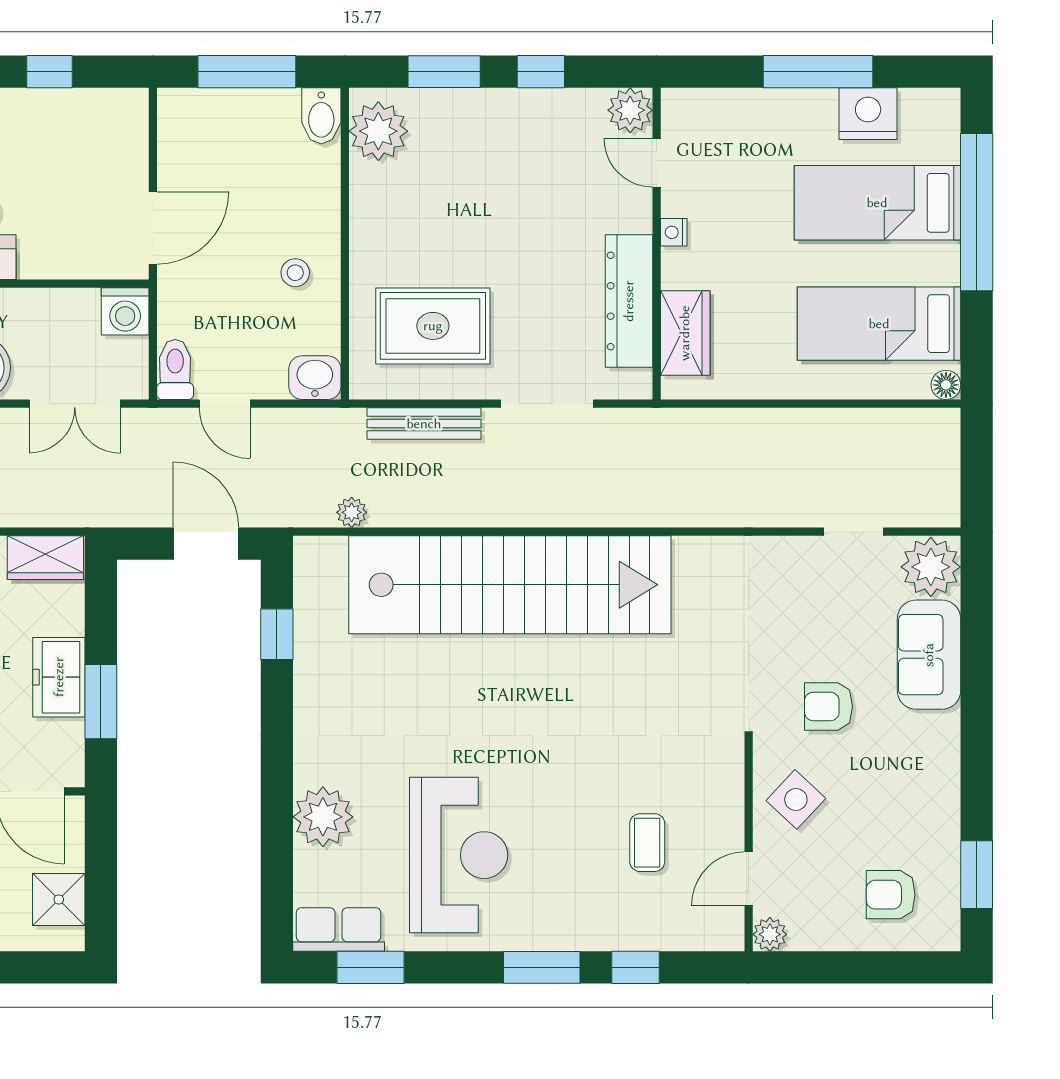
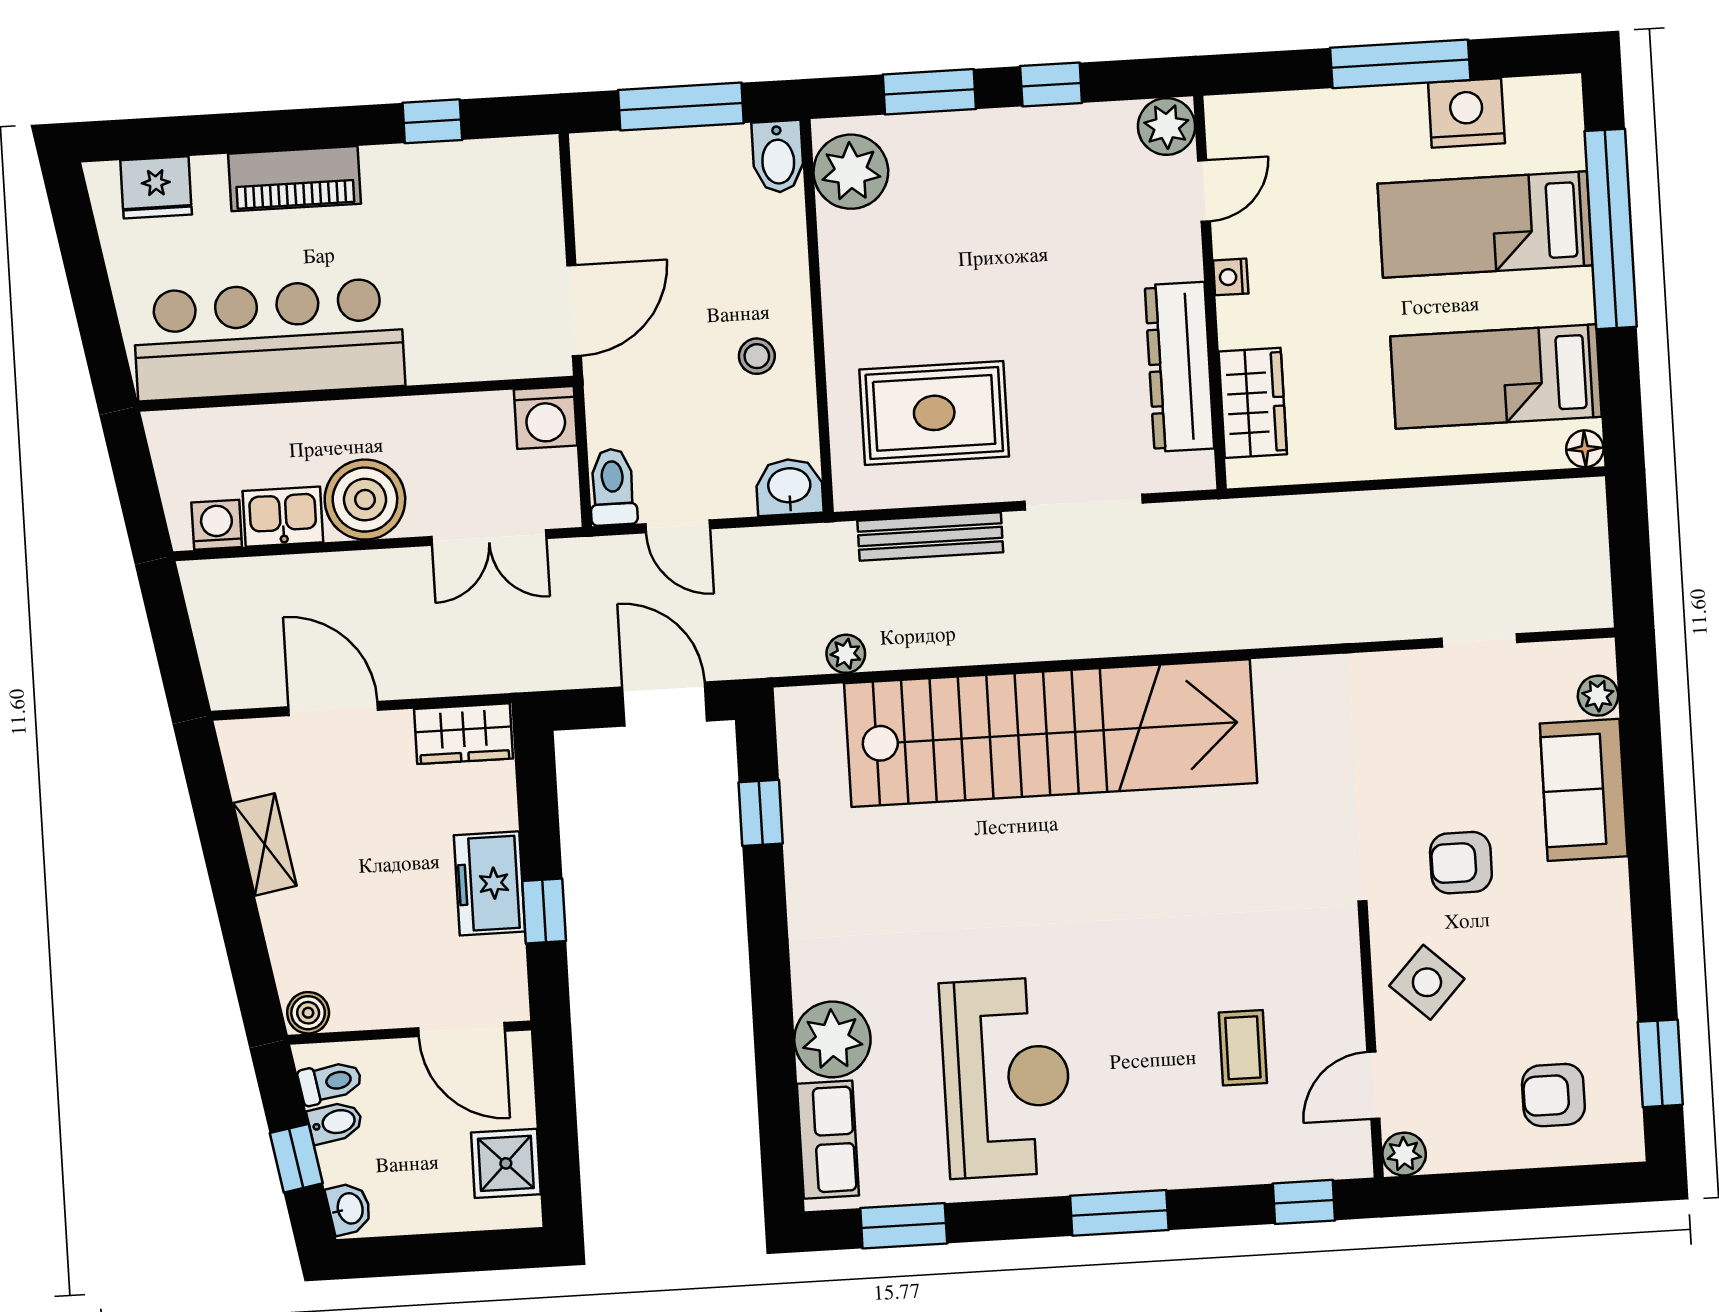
door: (657, 163) -> (1204, 191), swing flipped
plant: (931, 567) -> (1598, 696), width x0.53, depth x0.53
window: (101, 702) -> (544, 911), width x0.67
row of seats: (339, 930) -> (828, 1140), moved, turned 90
window: (635, 967) -> (1304, 1202), moved

